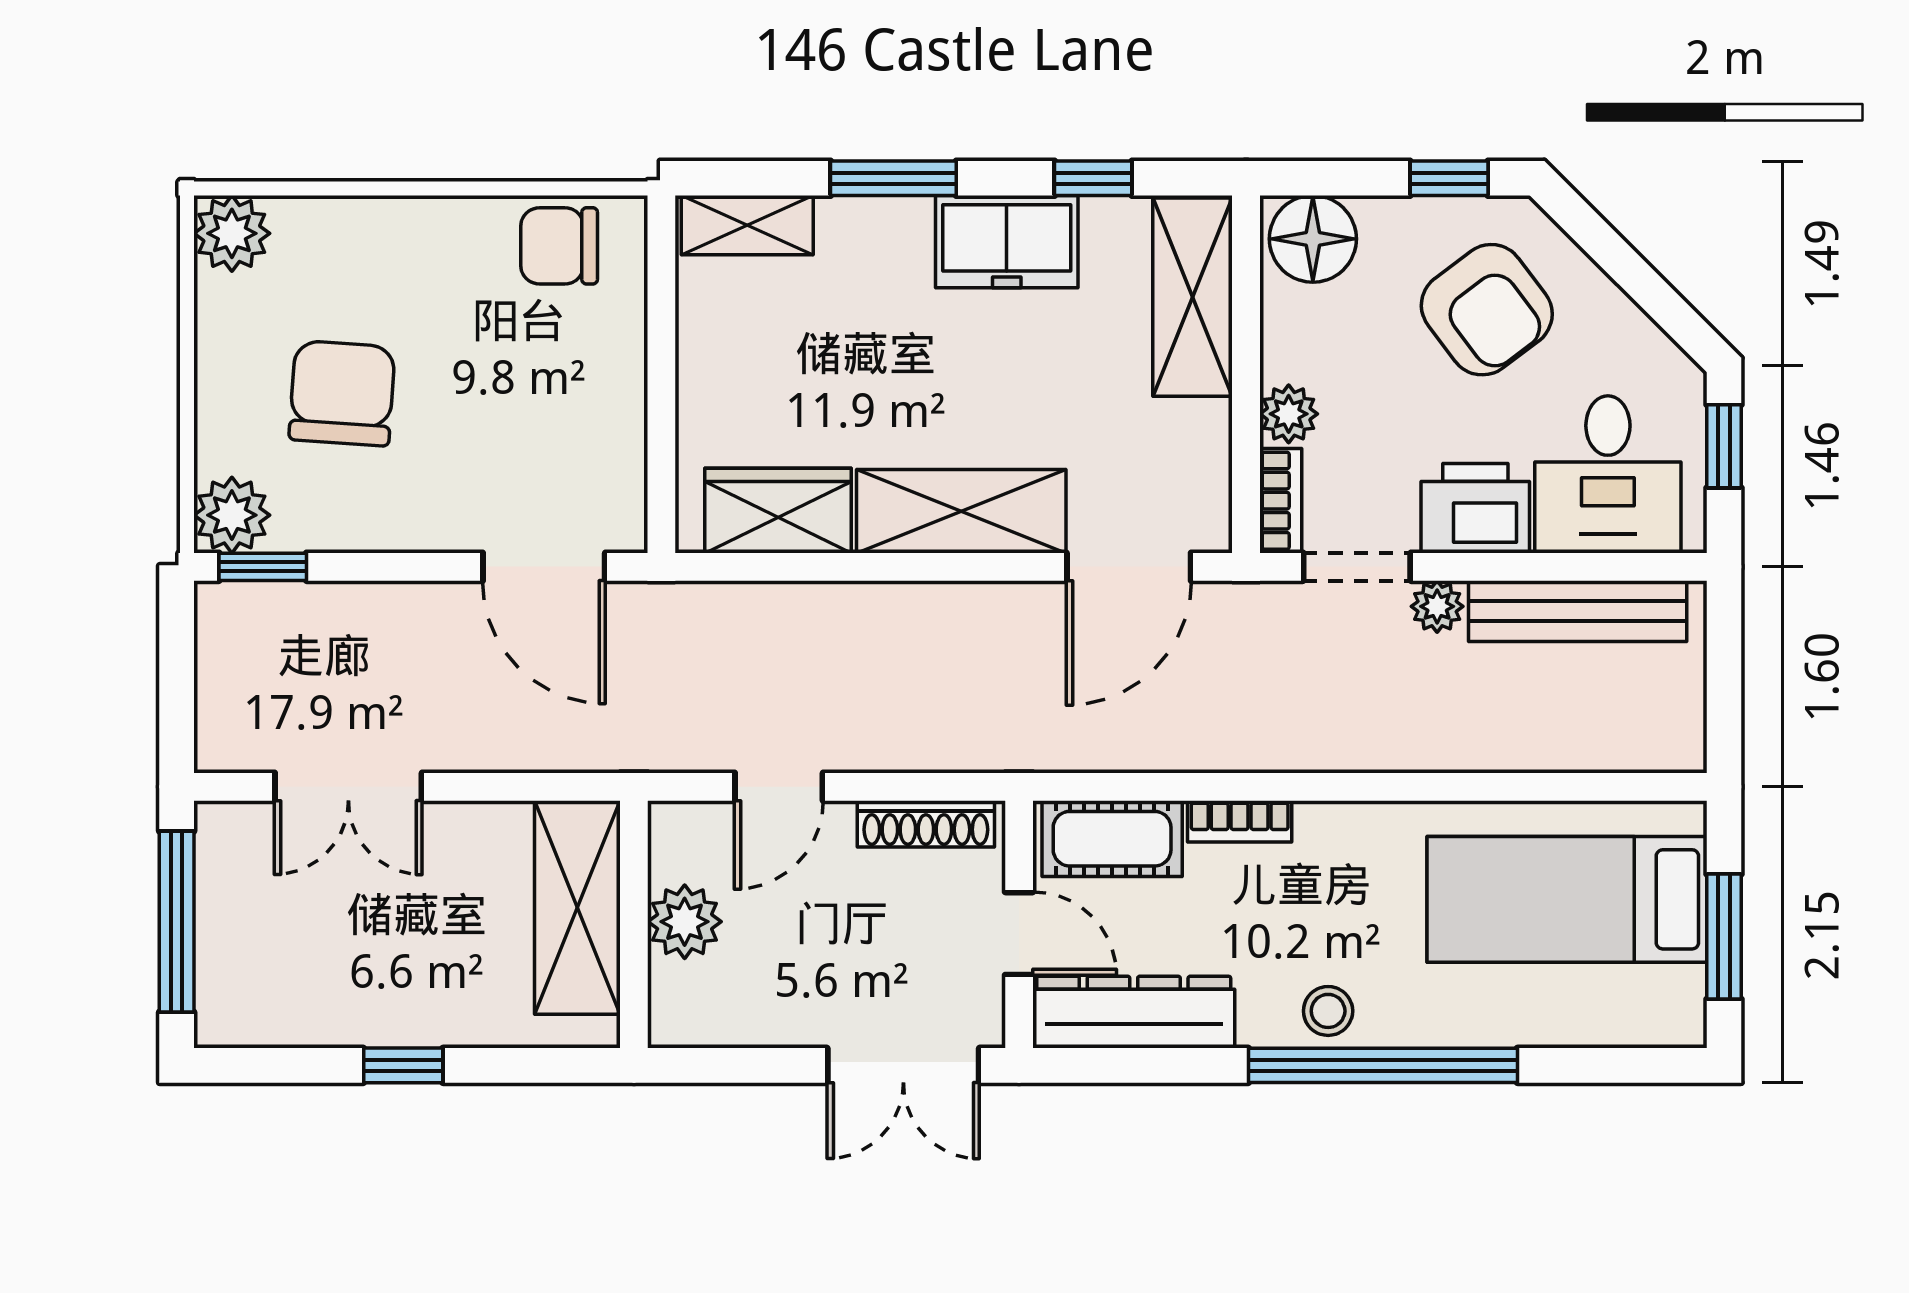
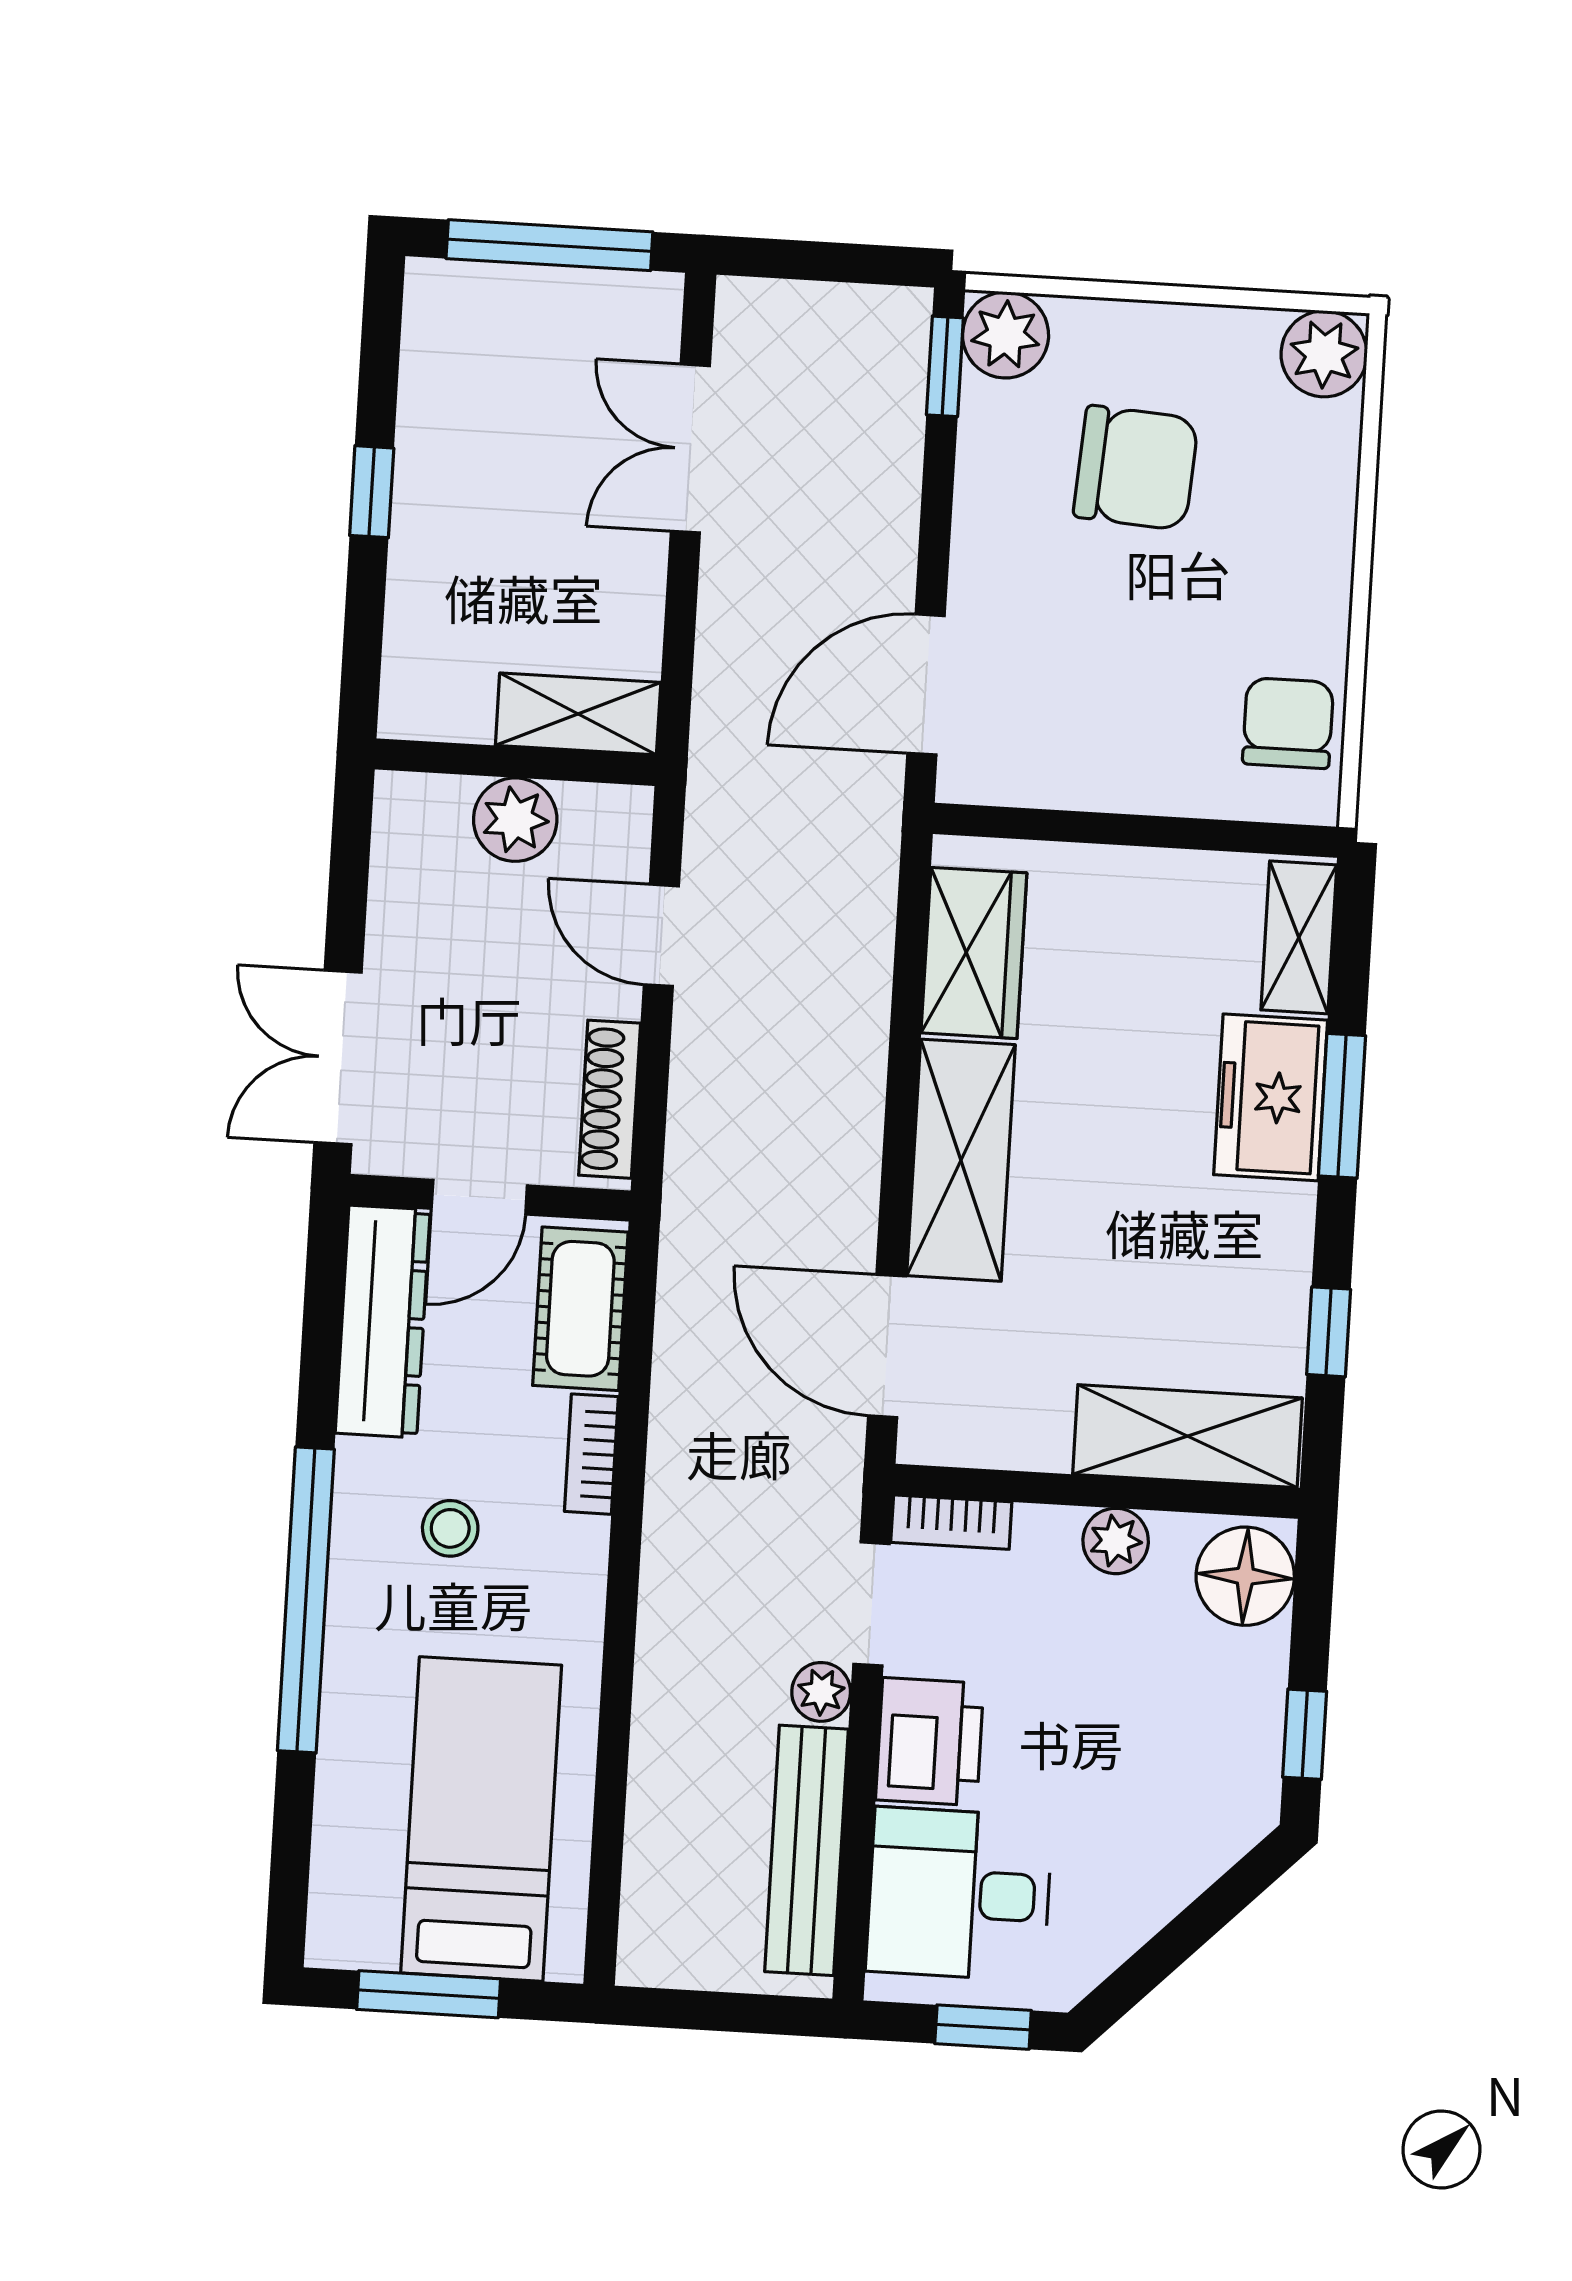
freezer: (1007, 242) -> (1271, 1097), moved
armchair: (1487, 310) -> (1153, 1768), removed
plant: (1289, 414) -> (1116, 1541), moved
shelving: (577, 907) -> (578, 714), width x0.67, depth x0.75
stool: (1328, 1011) -> (450, 1528), moved

